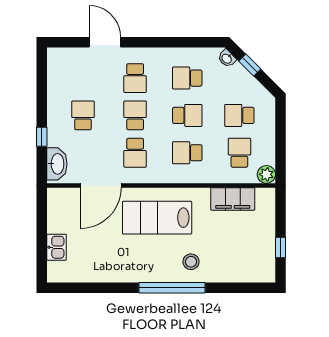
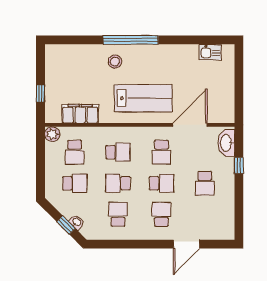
door: (105, 42) -> (186, 244), hinge flipped
washbasin: (227, 58) -> (77, 222), moved
school desk: (187, 78) -> (118, 214), turned -90
school desk: (135, 115) -> (161, 183), turned -90
school desk: (135, 153) -> (161, 152), turned 180
kitchen sink: (57, 247) -> (210, 52), moved, turned -90
window: (281, 247) -> (41, 93), moved

